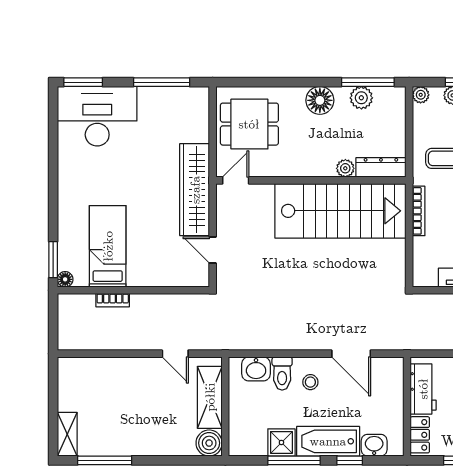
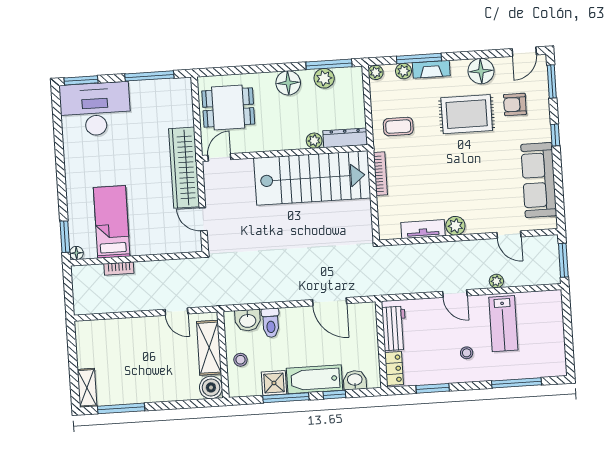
stool: (310, 382) -> (240, 360), moved

